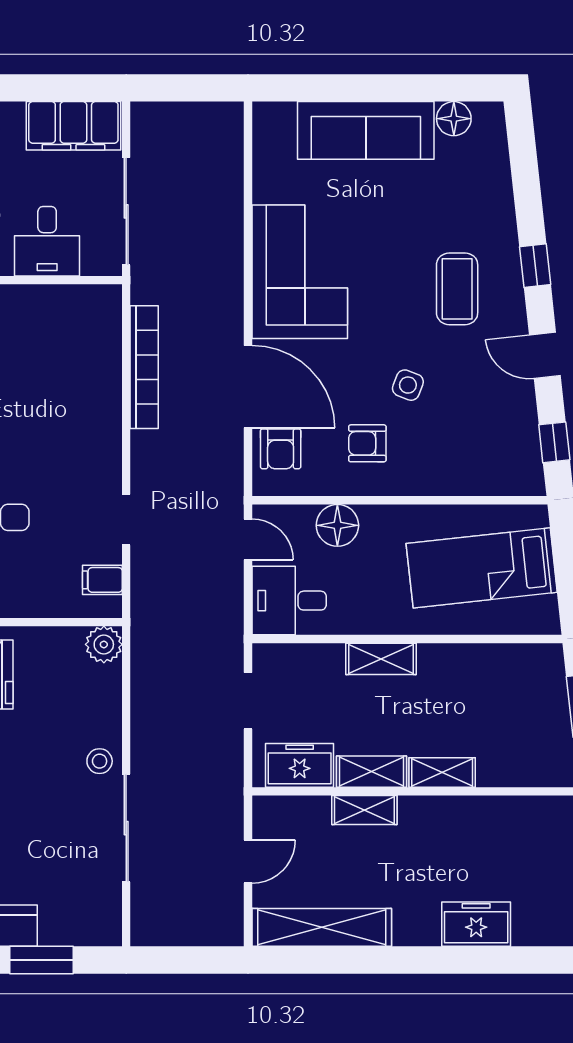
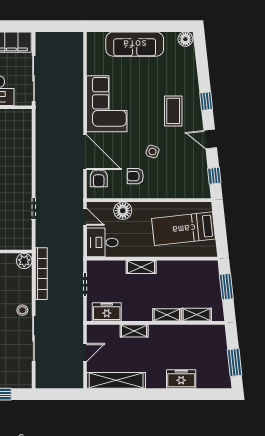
floor lamp: (454, 119) -> (185, 39), moved
bookcase: (144, 367) -> (41, 274), moved
filing cabinet: (102, 580) -> (24, 234), removed
shelving: (372, 772) -> (197, 315), moved

